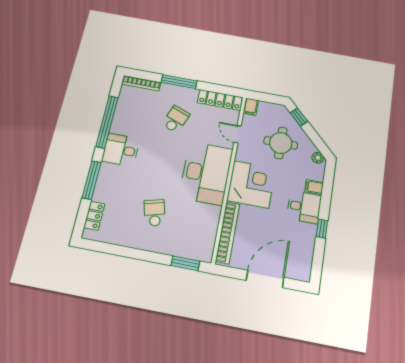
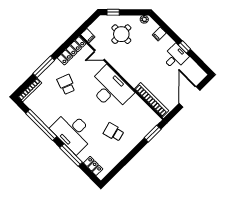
desk: (121, 150) -> (73, 132), width x1.87, depth x1.30
corner desk: (251, 184) -> (134, 68), removed
desk: (304, 207) -> (175, 57), moved

